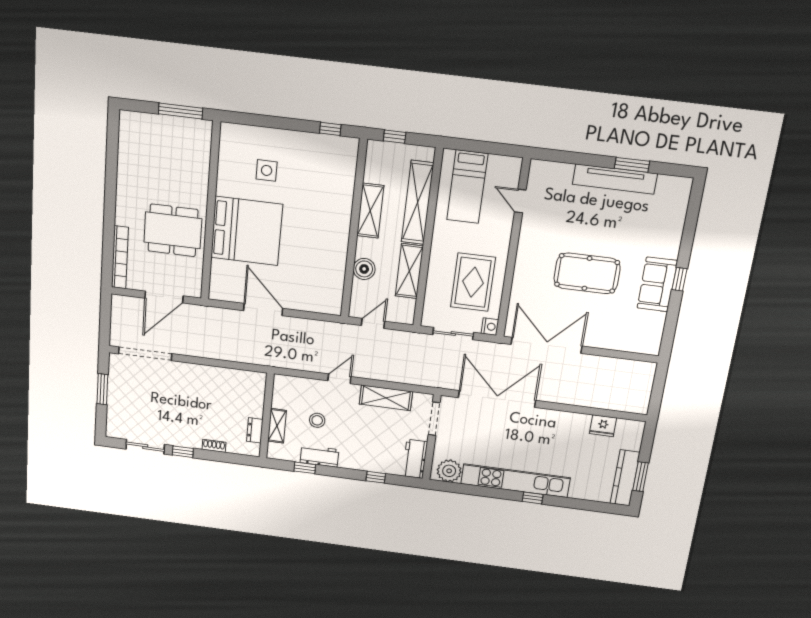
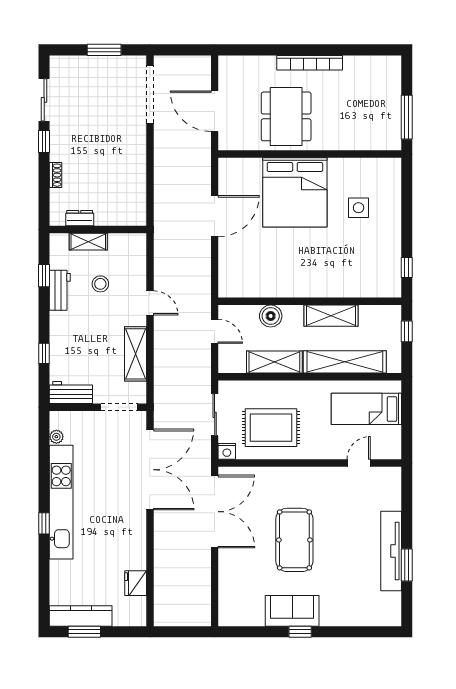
bookcase: (120, 257) -> (310, 63), moved
plant: (449, 471) -> (56, 437), width x0.53, depth x0.53

